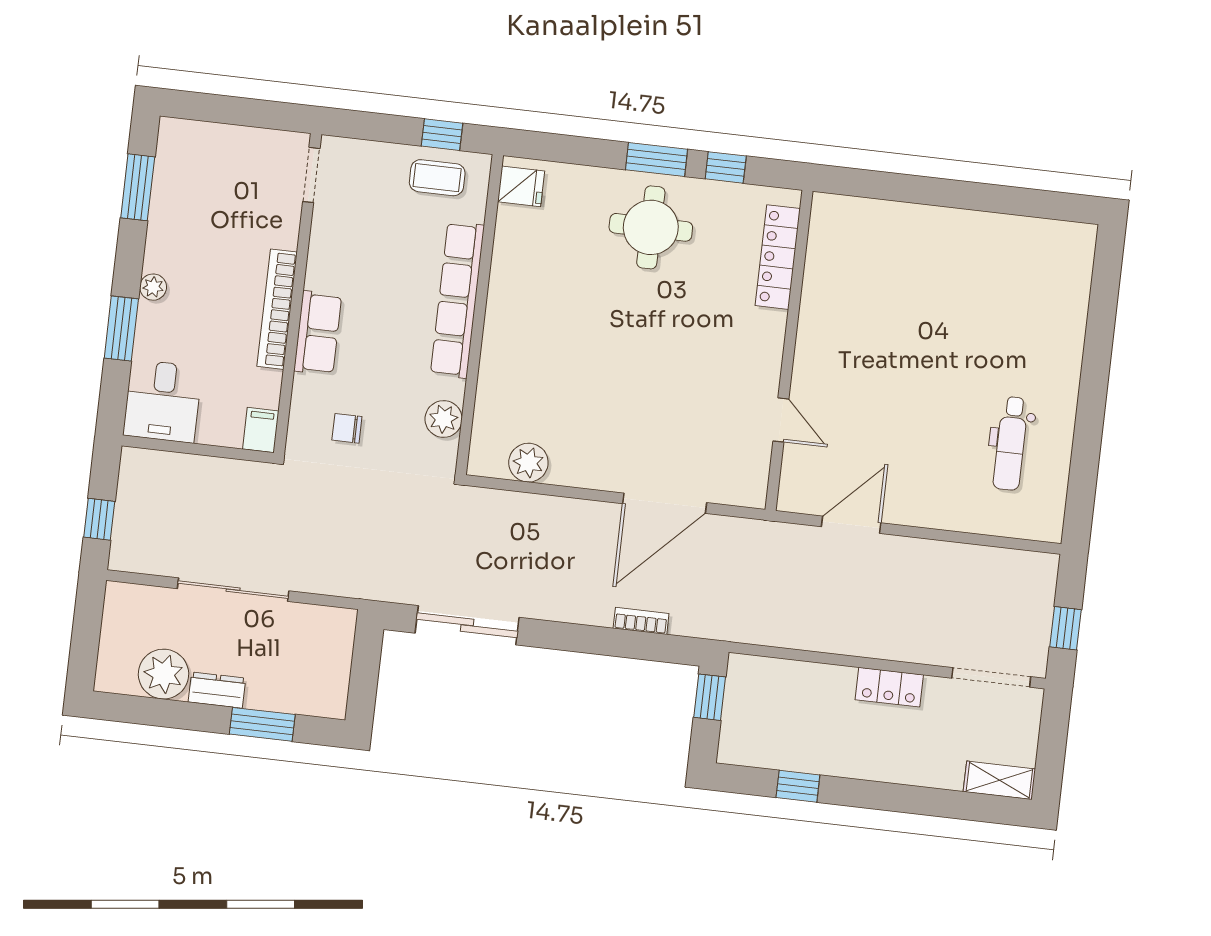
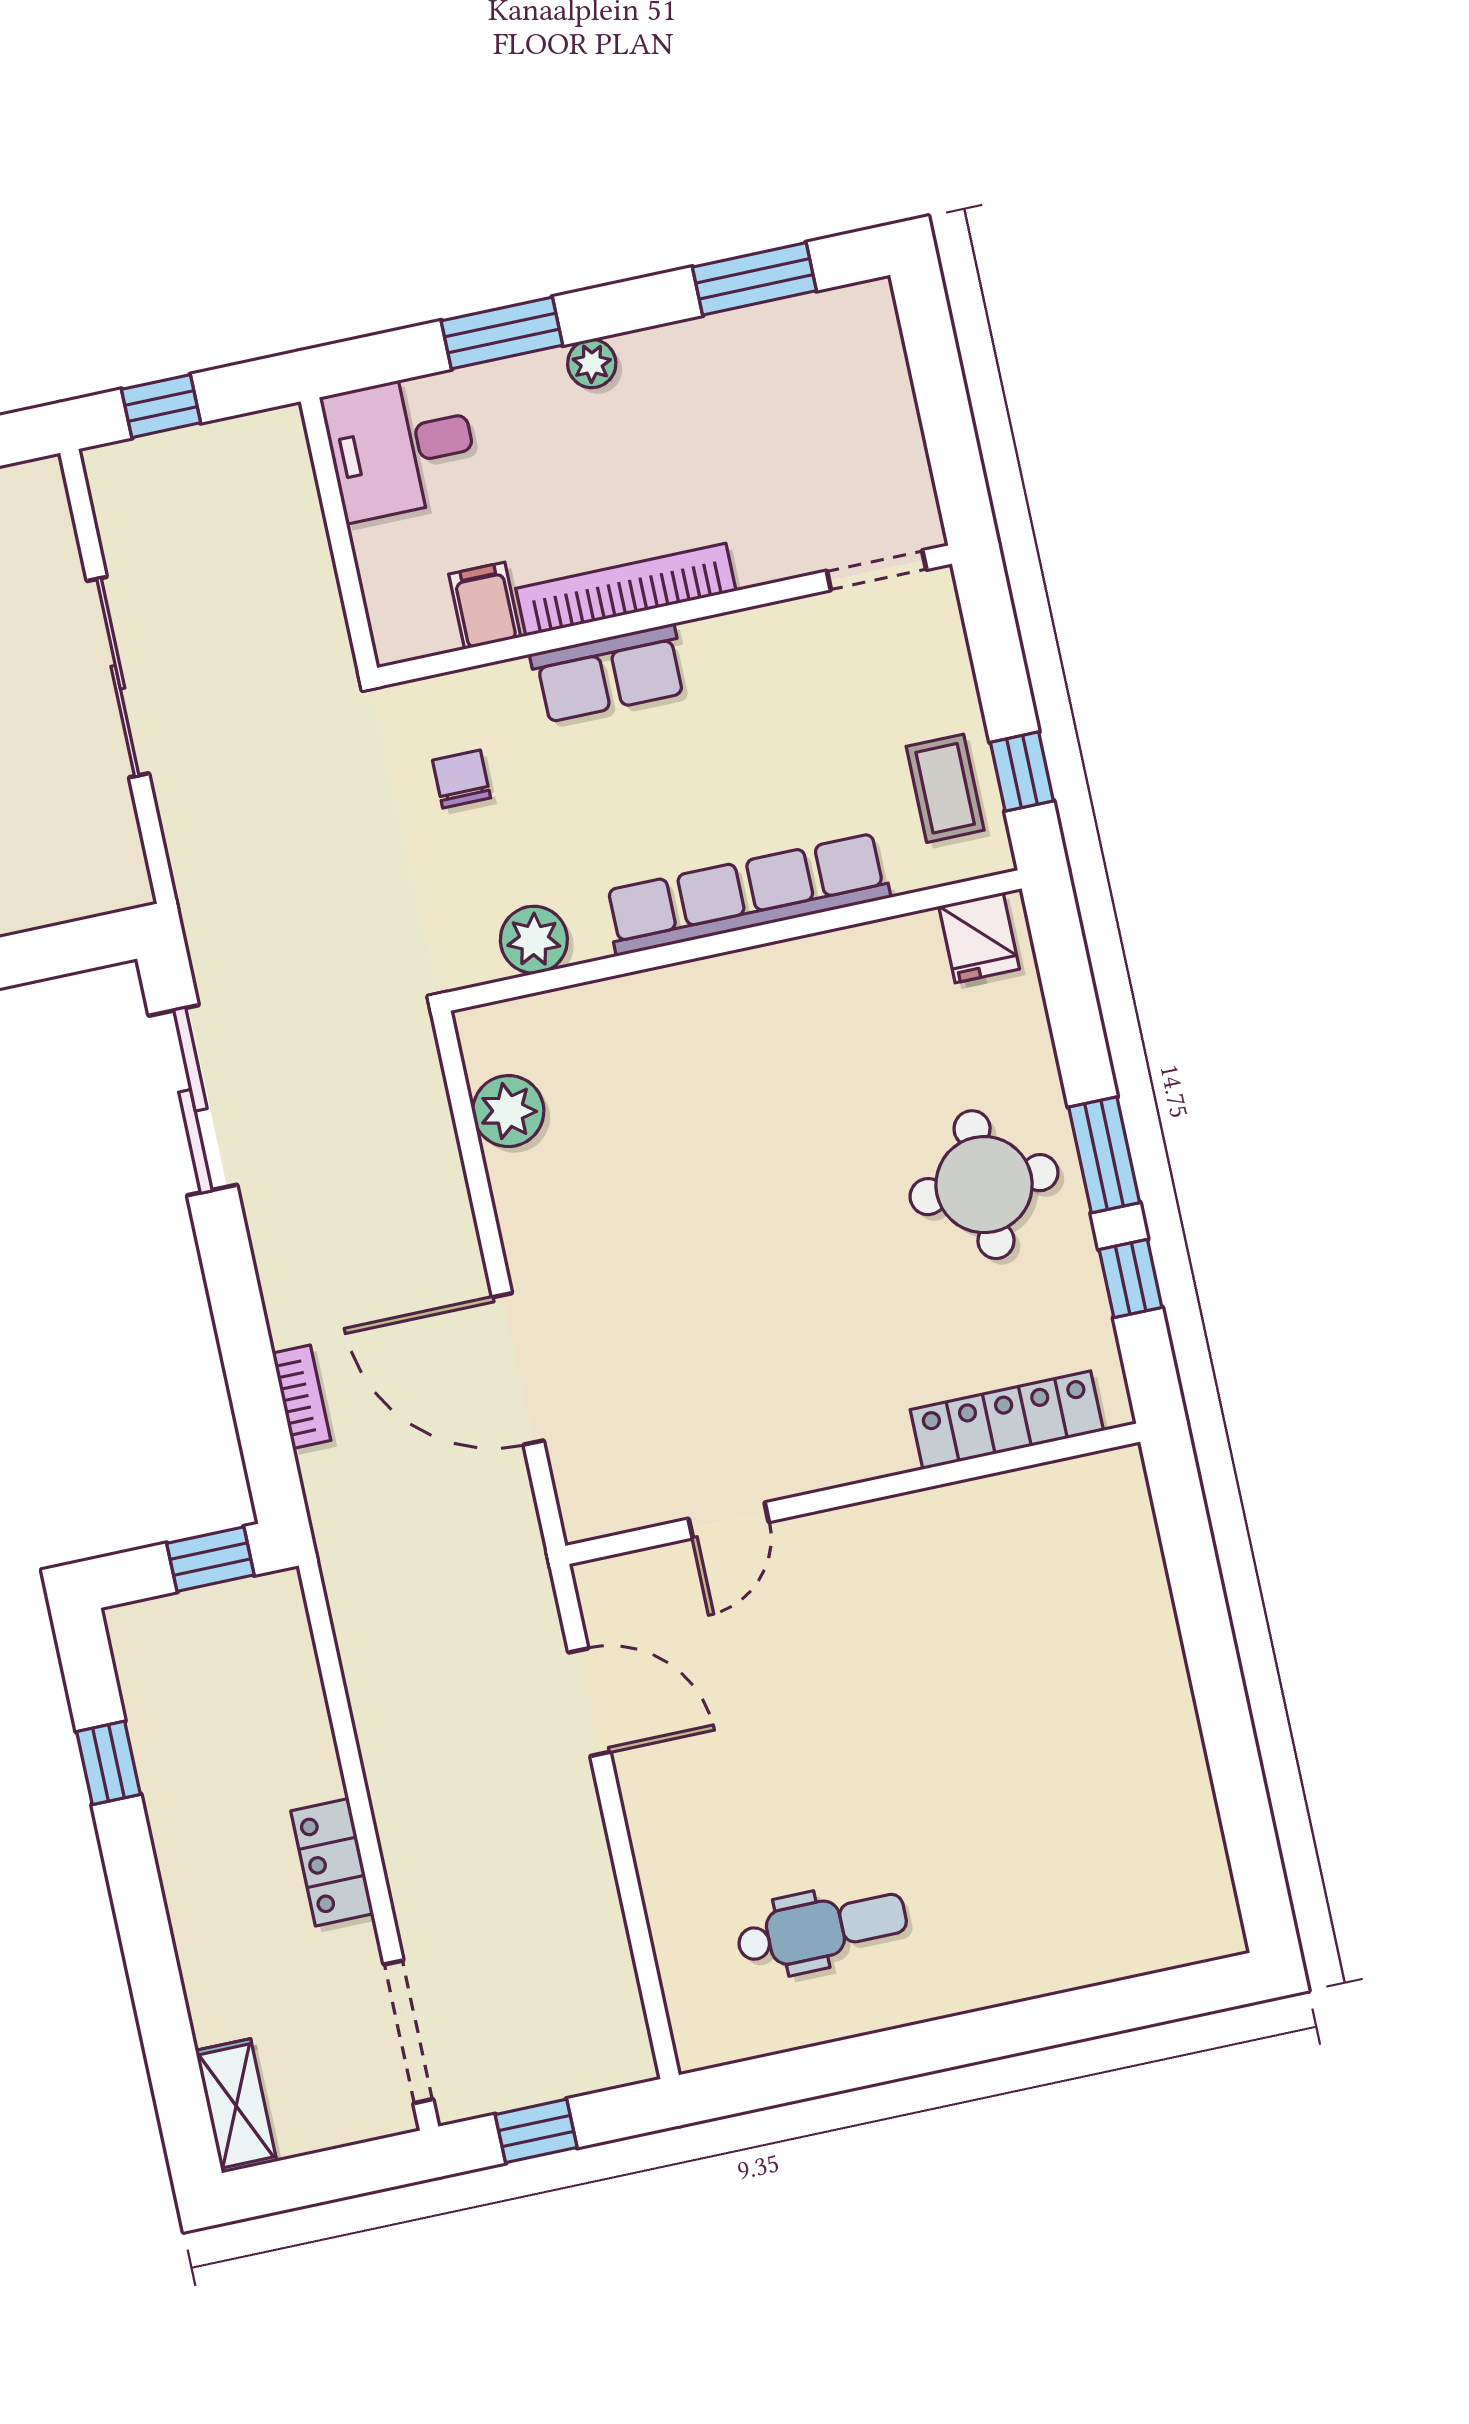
filing cabinet: (261, 430) -> (485, 606), moved, turned -90
dental chair: (1011, 443) -> (822, 1929), turned 180

